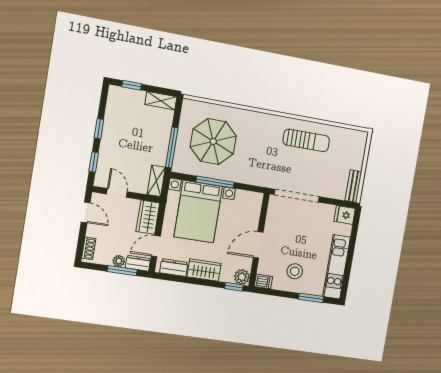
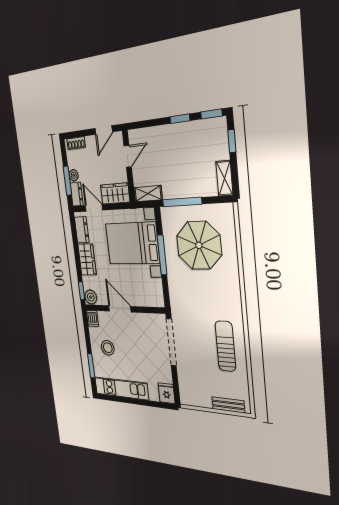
sun lounger: (306, 140) -> (225, 346), turned 180
window: (94, 162) -> (211, 114), moved
bench: (353, 186) -> (228, 405), moved

